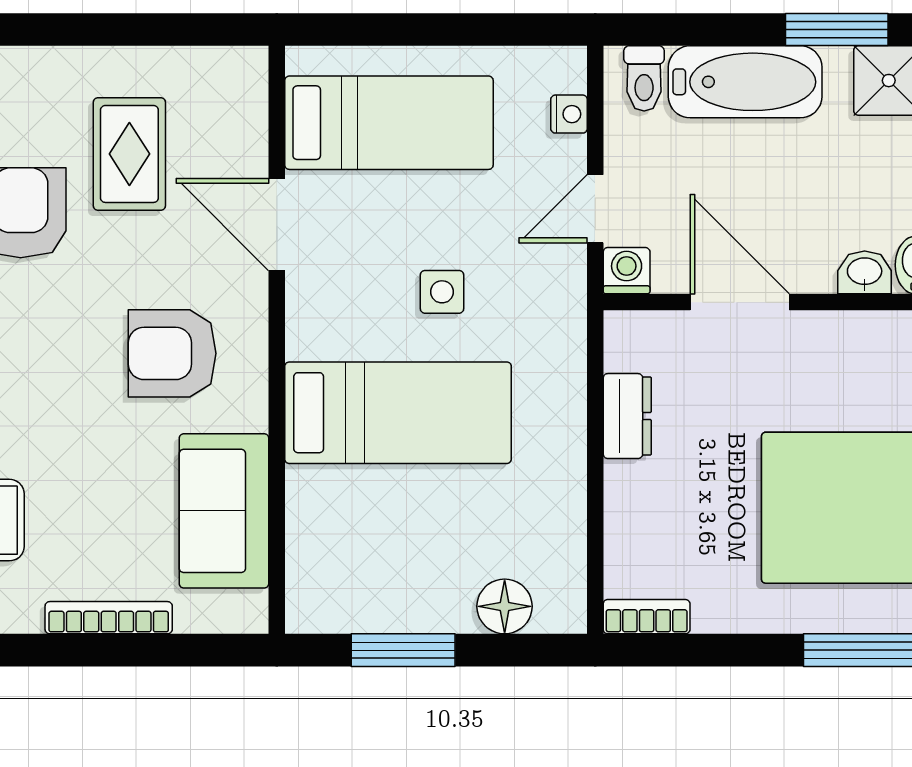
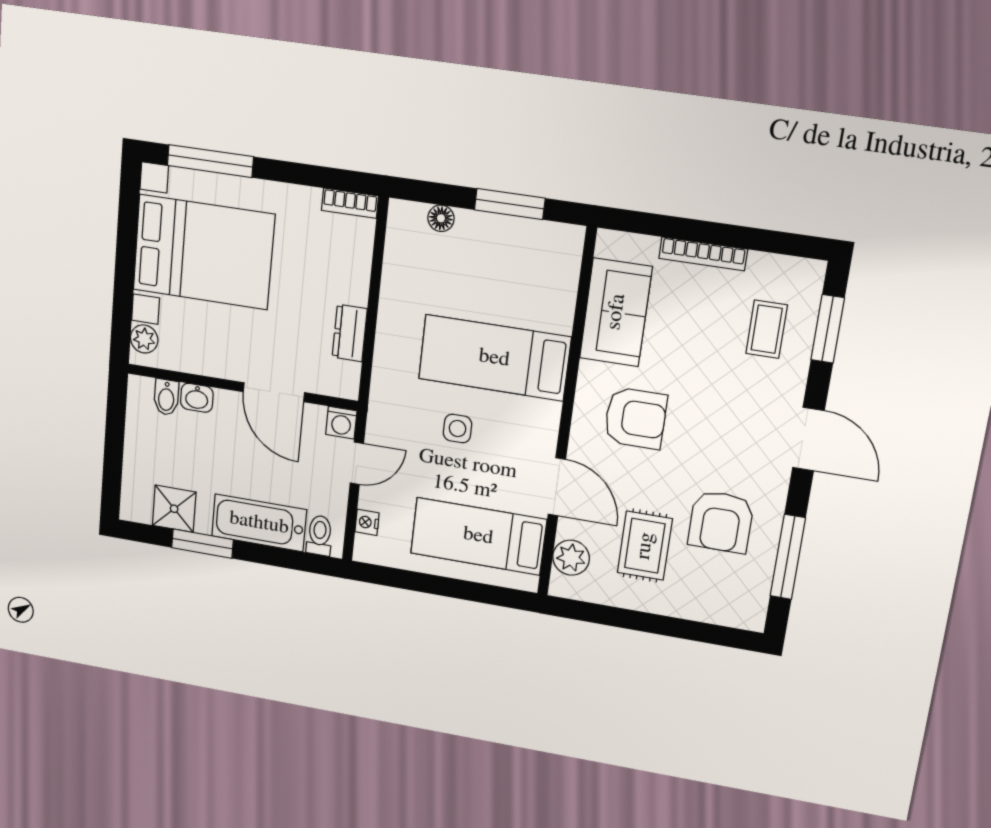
plant: (240, 114) -> (571, 558), added
floor lamp: (505, 606) -> (441, 218), width x0.73, depth x0.73

